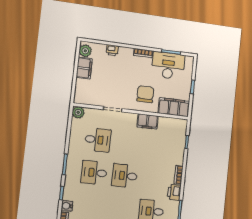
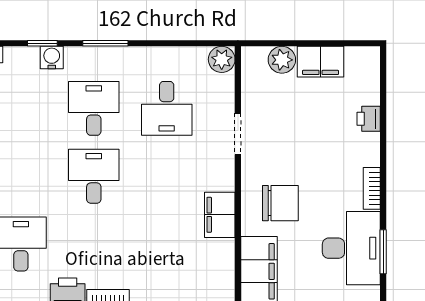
plant: (85, 51) -> (282, 60), moved
water cooler: (67, 206) -> (52, 58), moved

